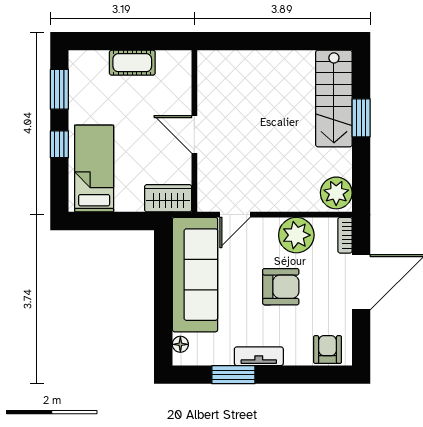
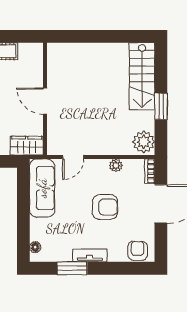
window: (361, 118) -> (161, 106), moved
plant: (296, 235) -> (116, 165), width x0.53, depth x0.53
sofa: (195, 275) -> (42, 188), width x0.74, depth x0.79

